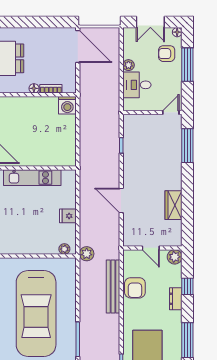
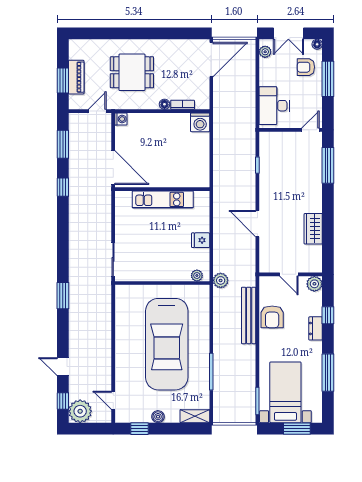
door: (78, 46) -> (211, 60), hinge flipped
plant: (128, 65) -> (265, 52), moved
desk: (137, 85) -> (274, 106), width x1.37

